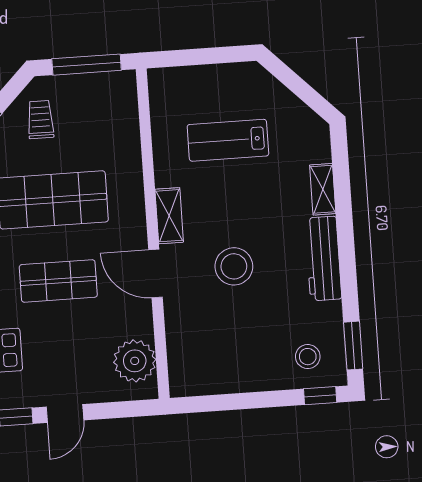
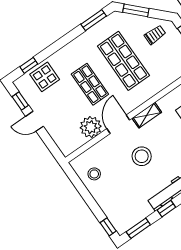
window: (348, 278) -> (166, 209), added
stool: (308, 357) -> (94, 174), moved
plant: (135, 361) -> (91, 127), moved

